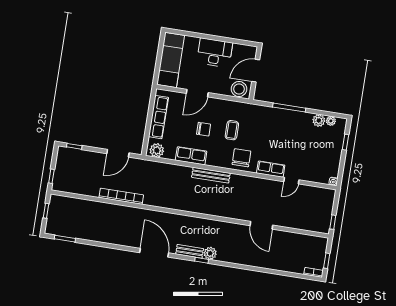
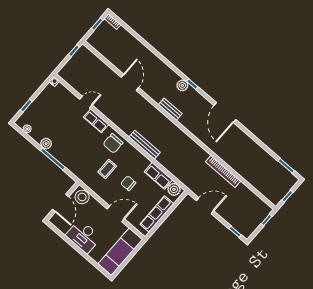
door: (256, 71) -> (61, 203), hinge flipped
plant: (319, 120) -> (46, 144), moved
row of seats: (191, 156) -> (158, 176), moved
bench: (190, 251) -> (170, 109), moved

